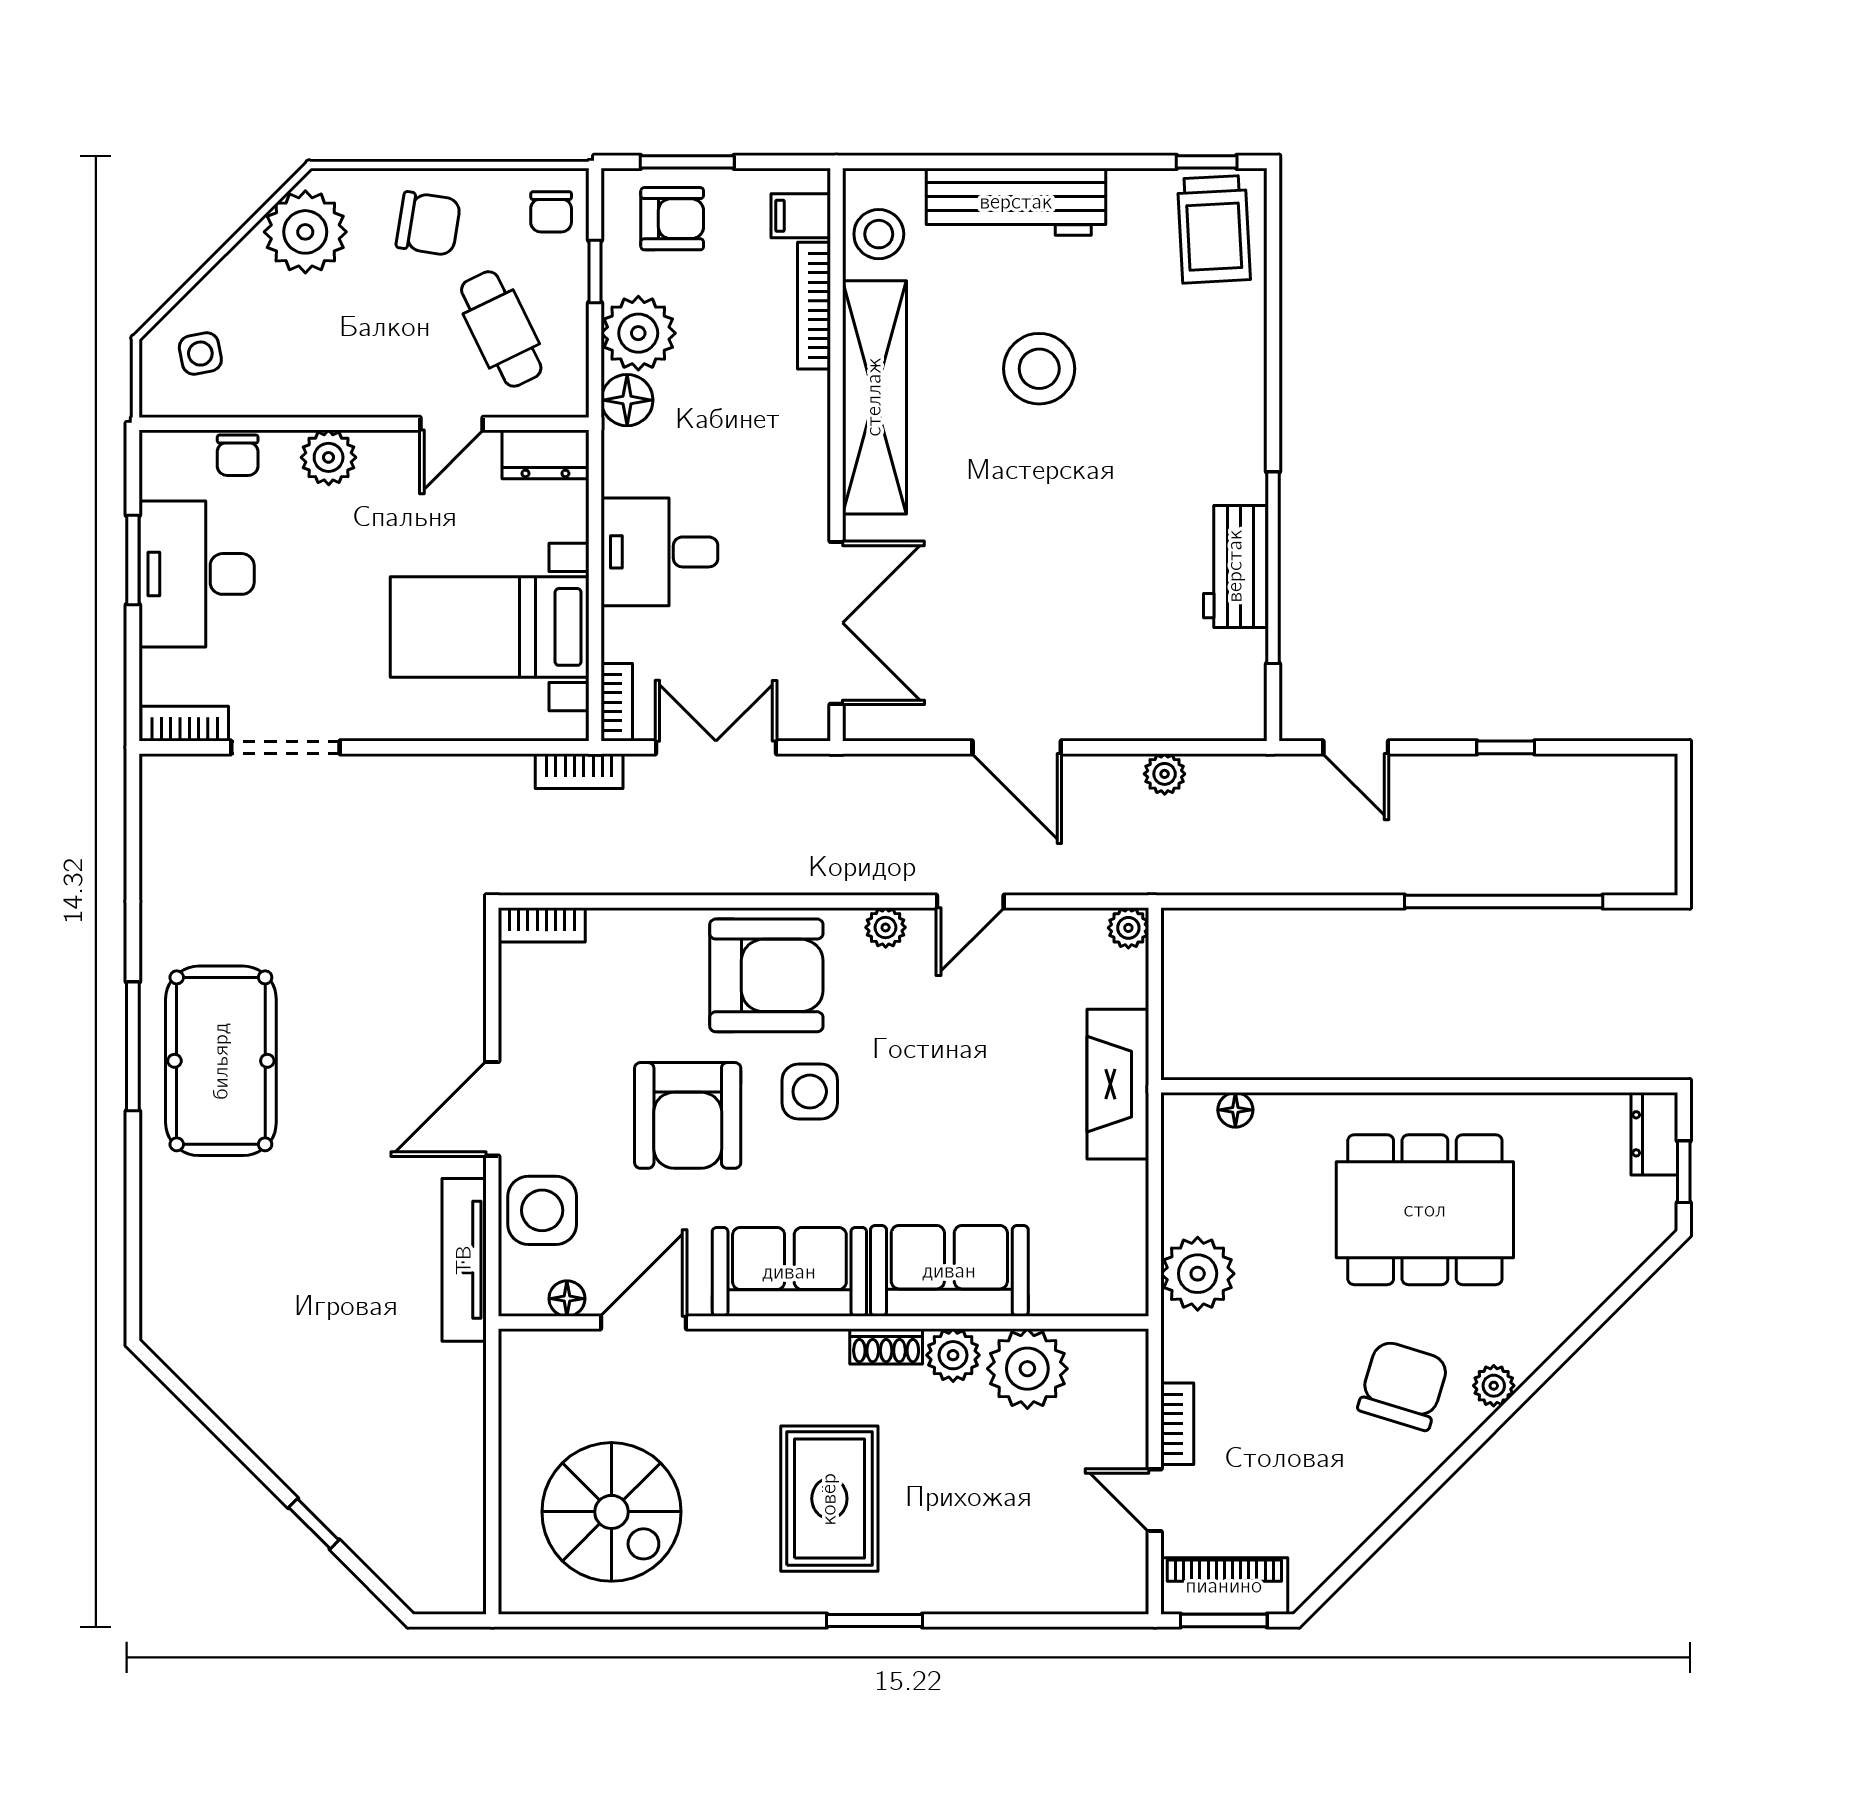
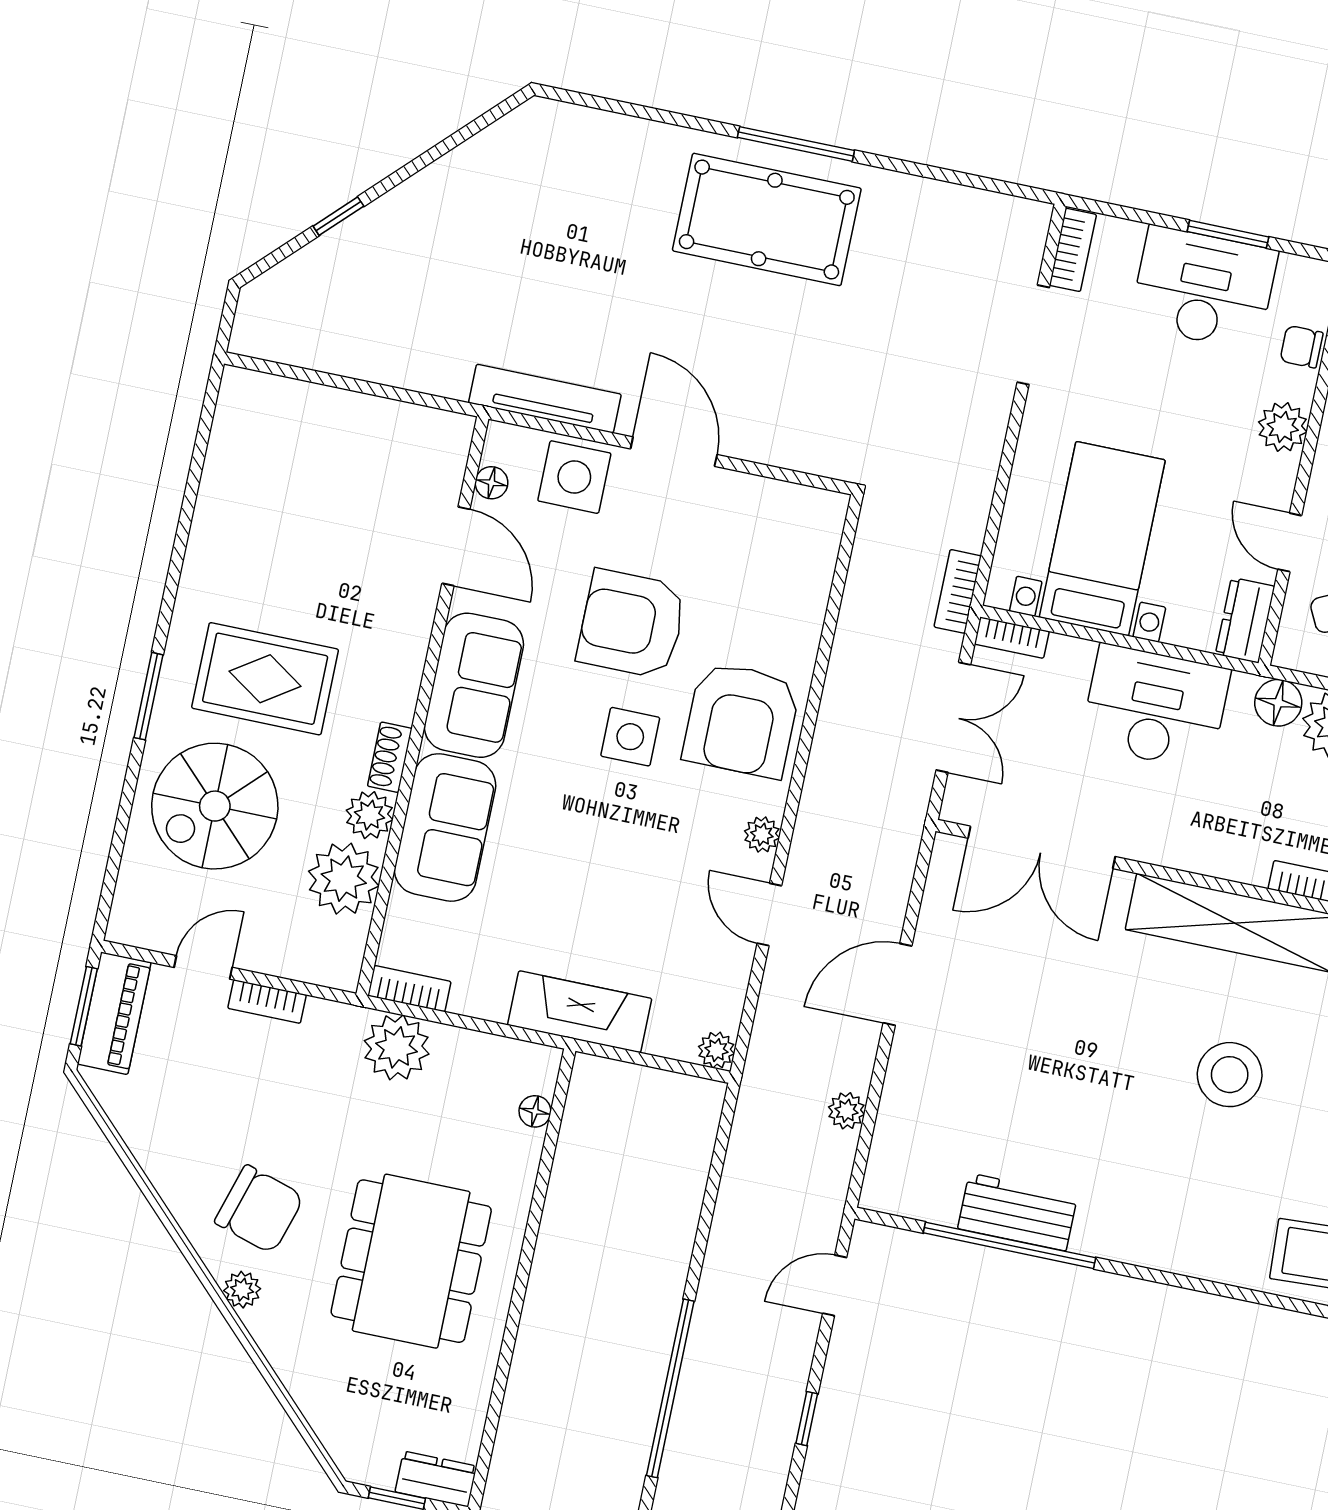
desk: (659, 552) -> (1155, 707), width x1.37
bookcase: (542, 925) -> (409, 989), moved, turned 90
spiral stairs: (611, 1512) -> (215, 806), moved

